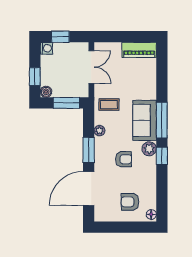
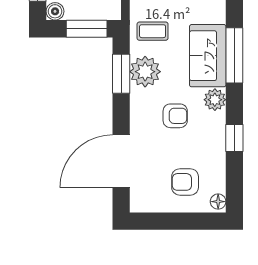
plant: (99, 131) -> (145, 72), width x1.88, depth x1.88
window: (89, 150) -> (121, 74), moved
window: (162, 156) -> (234, 138), moved

